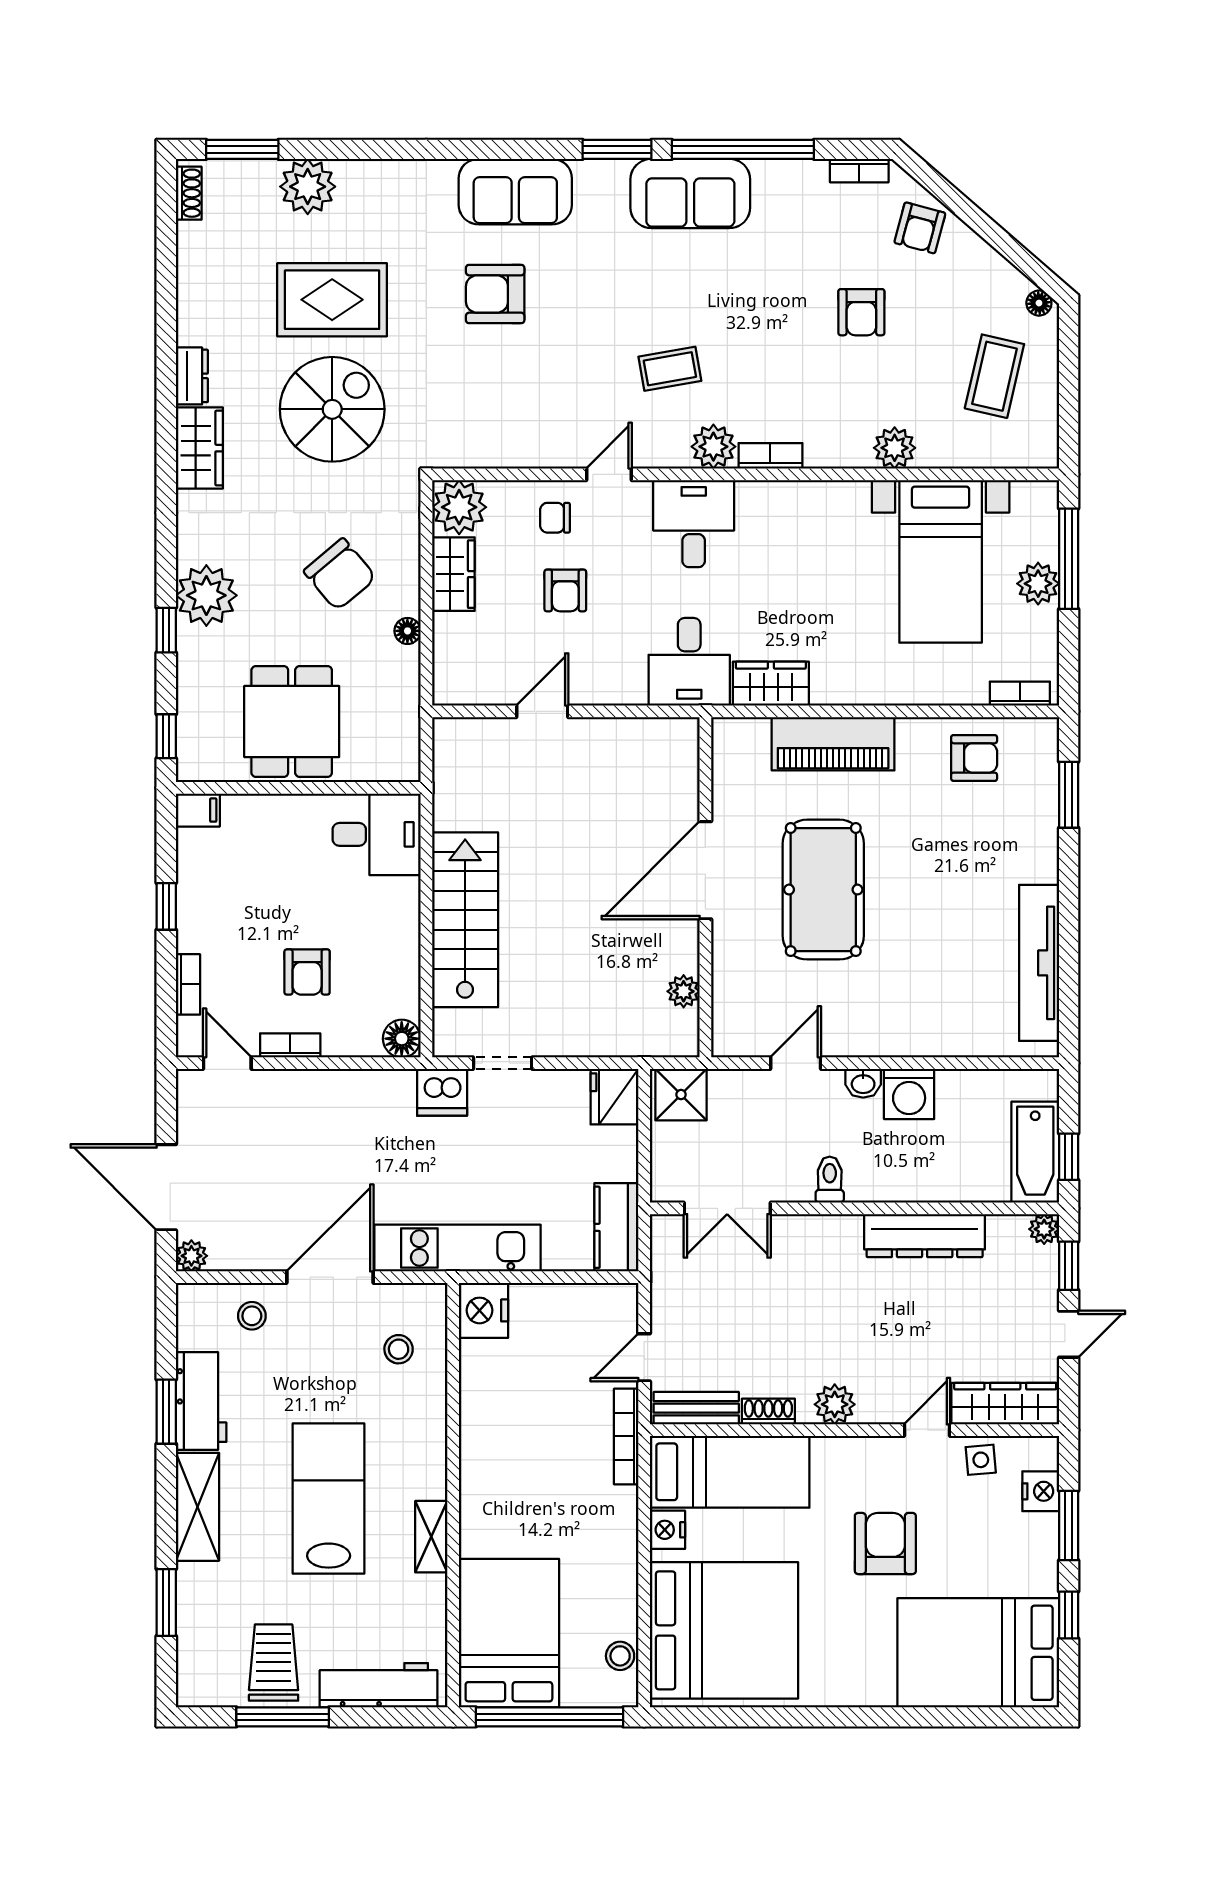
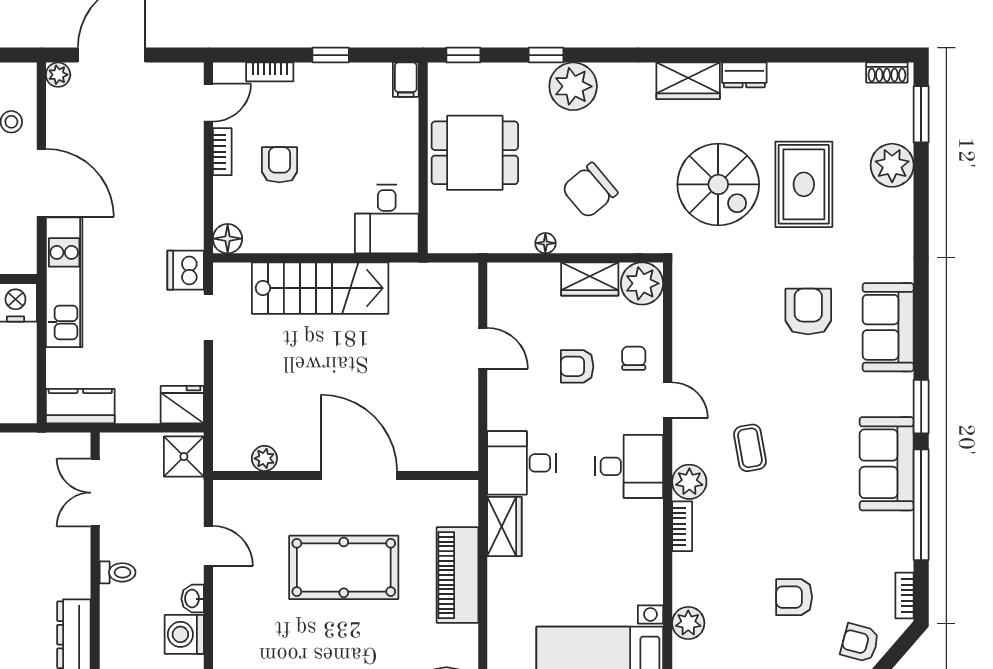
armchair: (307, 972) -> (279, 165), turned 90

